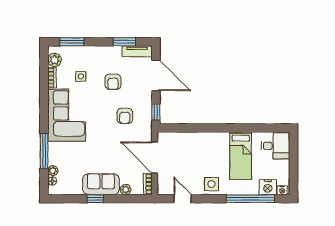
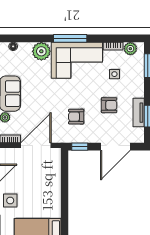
tv unit: (137, 51) -> (139, 113), moved
armchair: (113, 82) -> (109, 105), turned 180
window: (44, 151) -> (70, 38), moved
plant: (53, 171) -> (41, 51), moved, width x1.88, depth x1.88

